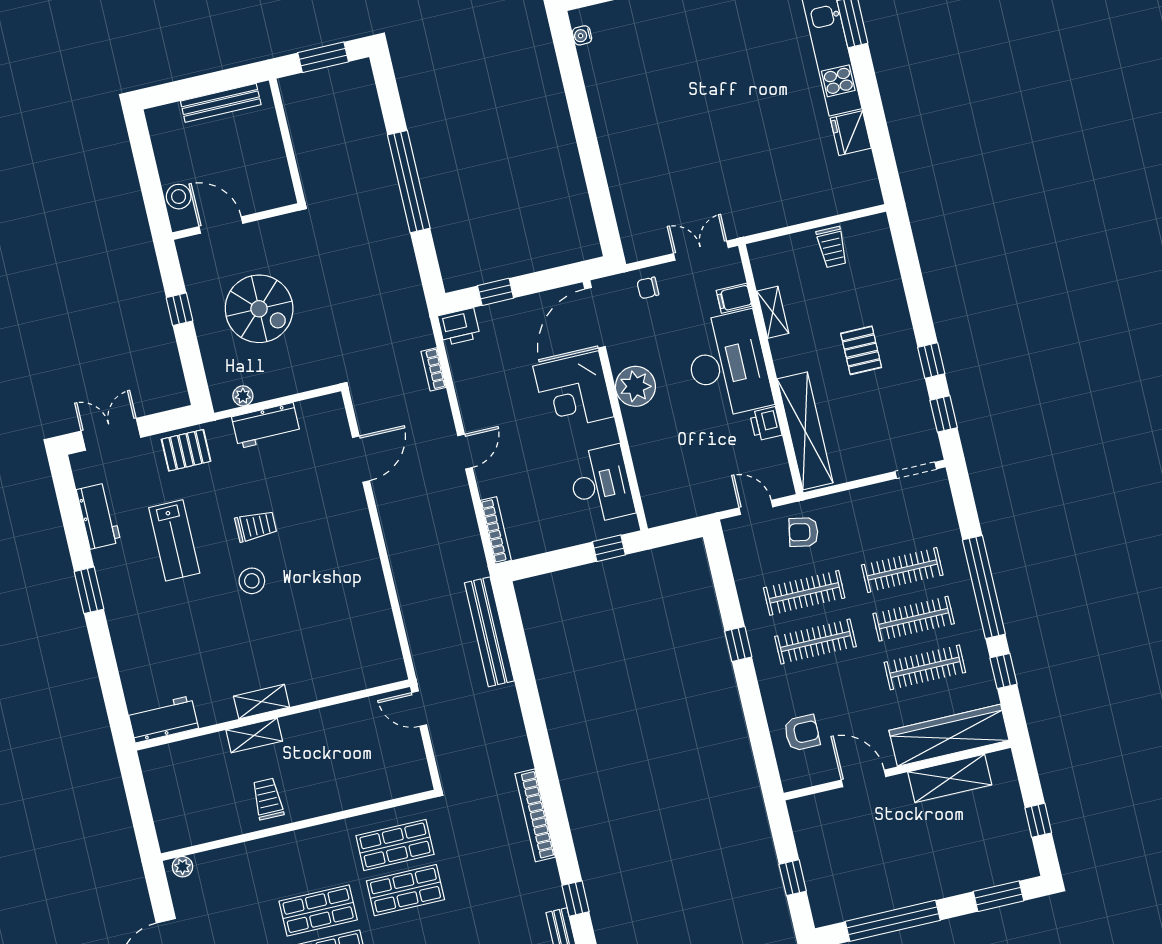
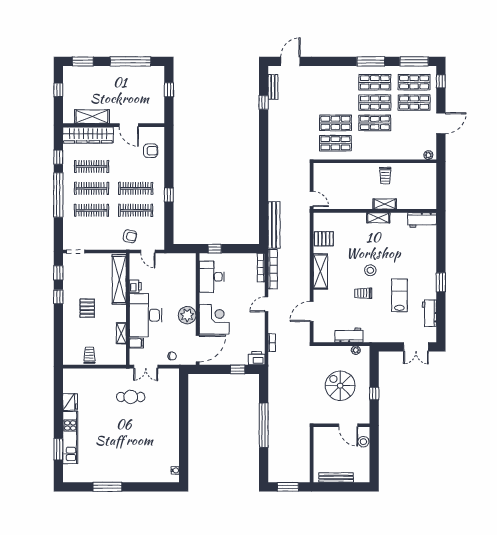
cafe table: (719, 176) -> (131, 397), added
pallet: (186, 450) -> (324, 239), moved
shelving: (362, 552) -> (320, 271), added
armchair: (802, 733) -> (151, 151), turned 180
bookcase: (535, 815) -> (273, 269), moved

